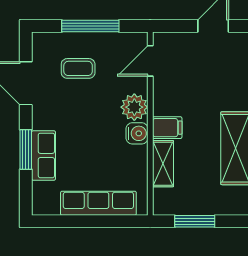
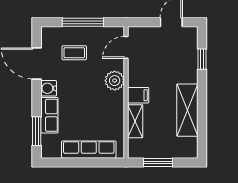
water cooler: (137, 133) -> (49, 88), moved, turned 180
window: (26, 149) -> (37, 131), moved

